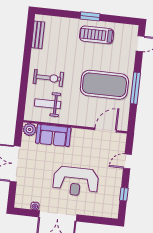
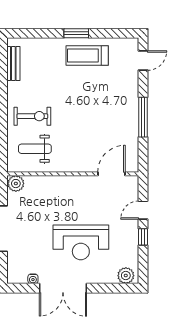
exercise mat: (104, 85) -> (104, 117), removed
sofa: (53, 135) -> (46, 188), removed
window: (124, 194) -> (143, 237), moved
plant: (108, 211) -> (126, 276), added

